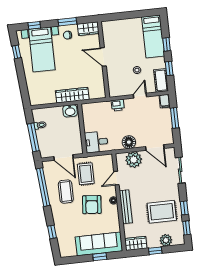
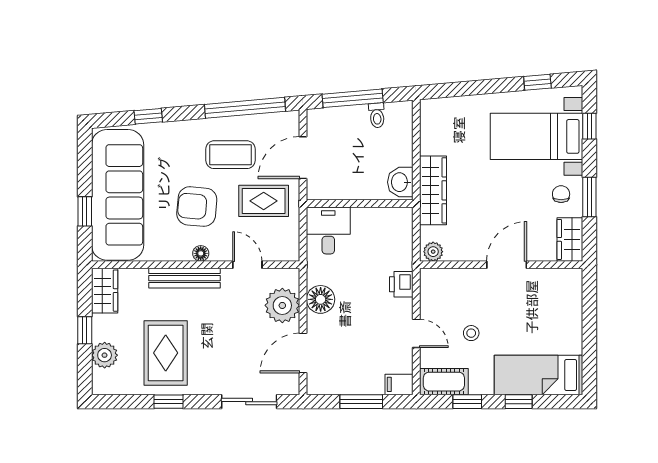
plant: (101, 92) -> (433, 252), added
window: (186, 228) -> (126, 402), removed
sofa: (99, 244) -> (118, 195), width x1.36, depth x1.27

